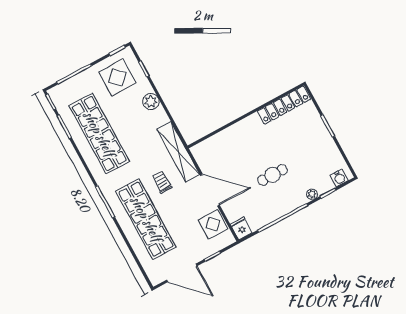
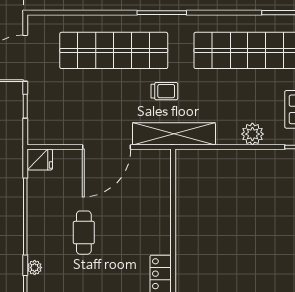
trolley: (162, 182) -> (164, 91), moved
display table: (213, 224) -> (64, 128), removed

